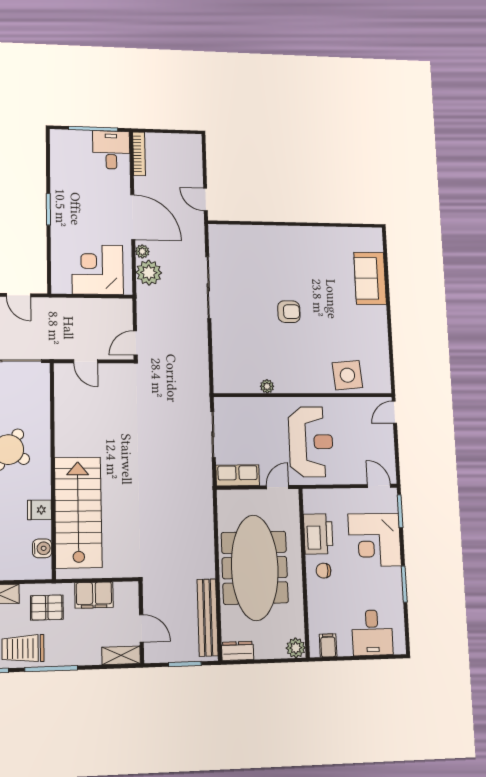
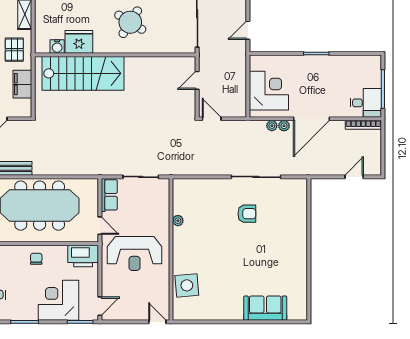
door: (205, 200) -> (354, 177), moved
plant: (149, 273) -> (272, 126), width x0.53, depth x0.53
armchair: (289, 312) -> (247, 214), moved, turned -90
fridge: (39, 510) -> (79, 42), width x1.88, depth x1.34
printer: (318, 534) -> (83, 256), moved

